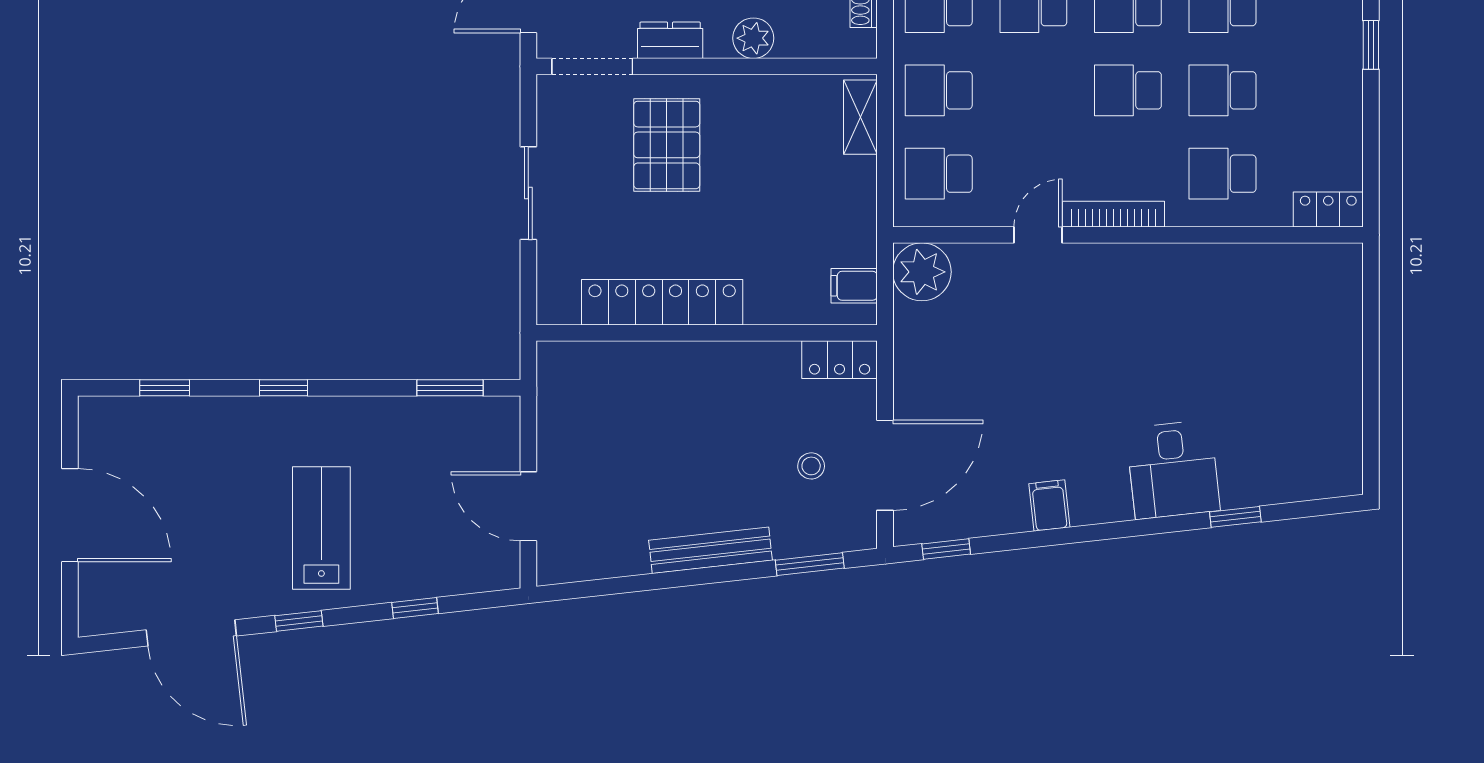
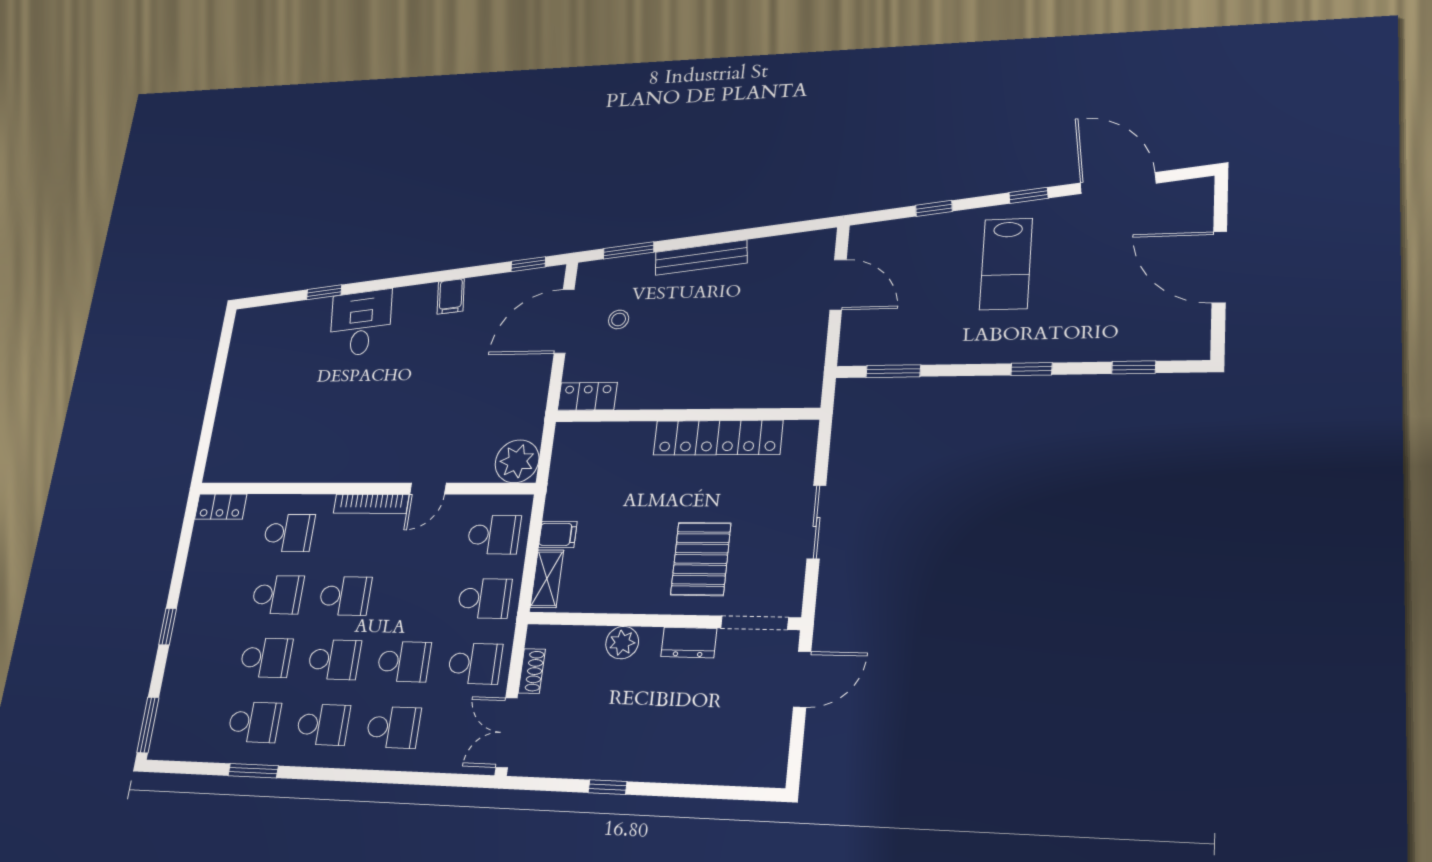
filing cabinet: (854, 286) -> (558, 534), moved

